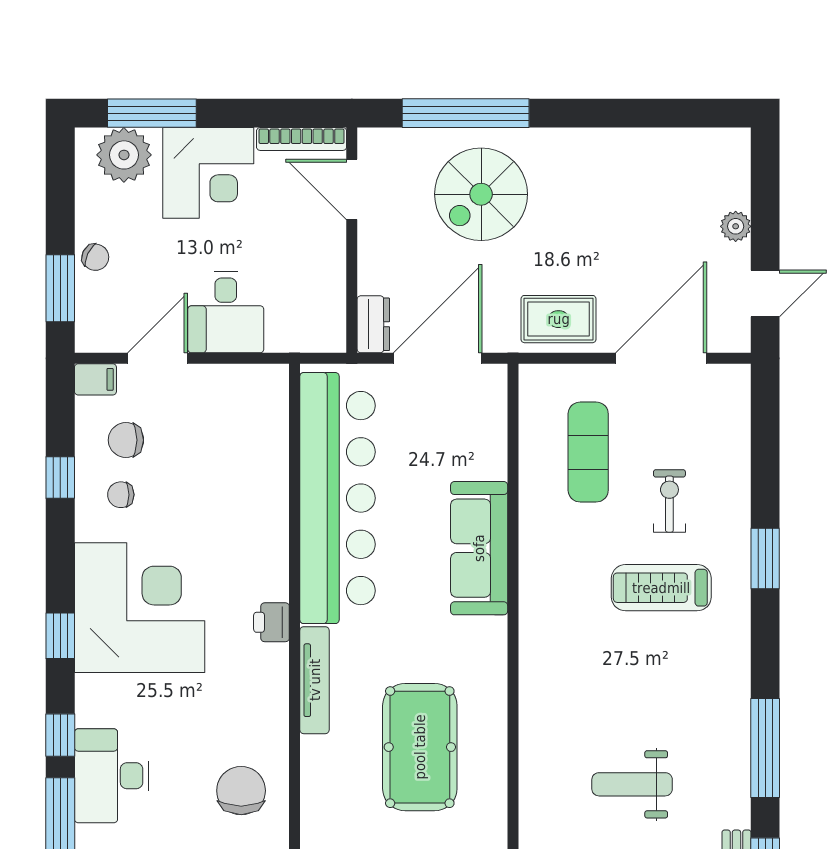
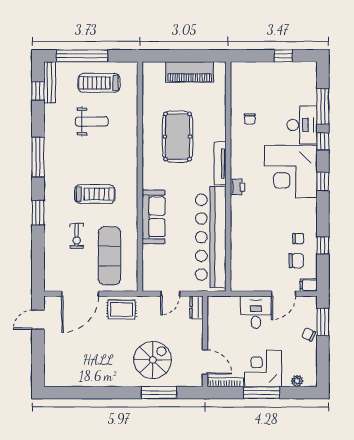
window: (152, 113) -> (262, 393), moved
window: (466, 113) -> (159, 393), width x0.68
plant: (124, 155) -> (297, 381), width x0.53, depth x0.53
plant: (736, 226) -> (50, 347), removed
door: (438, 358) -> (170, 294), width x0.53
exercise mat: (588, 452) -> (109, 256), width x1.36, depth x1.45
treadmill: (661, 588) -> (95, 194), moved
corner desk: (140, 608) -> (291, 171), moved
window: (765, 748) -> (38, 157), moved
chair: (241, 791) -> (250, 119), width x0.54, depth x0.54

